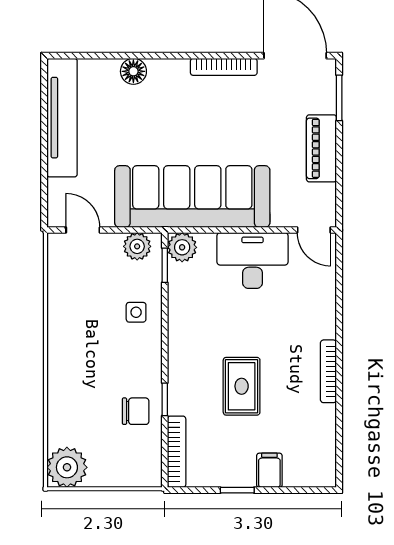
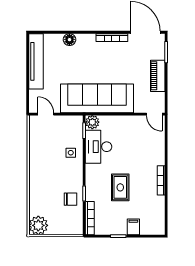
plant: (137, 246) -> (71, 122), removed
desk: (252, 261) -> (99, 147), moved, turned -90

